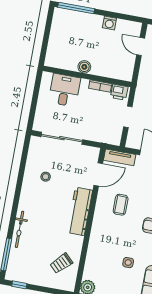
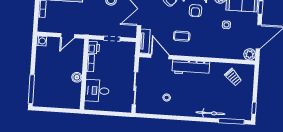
washing machine: (109, 23) -> (41, 41), moved
door: (141, 47) -> (68, 36), moved

